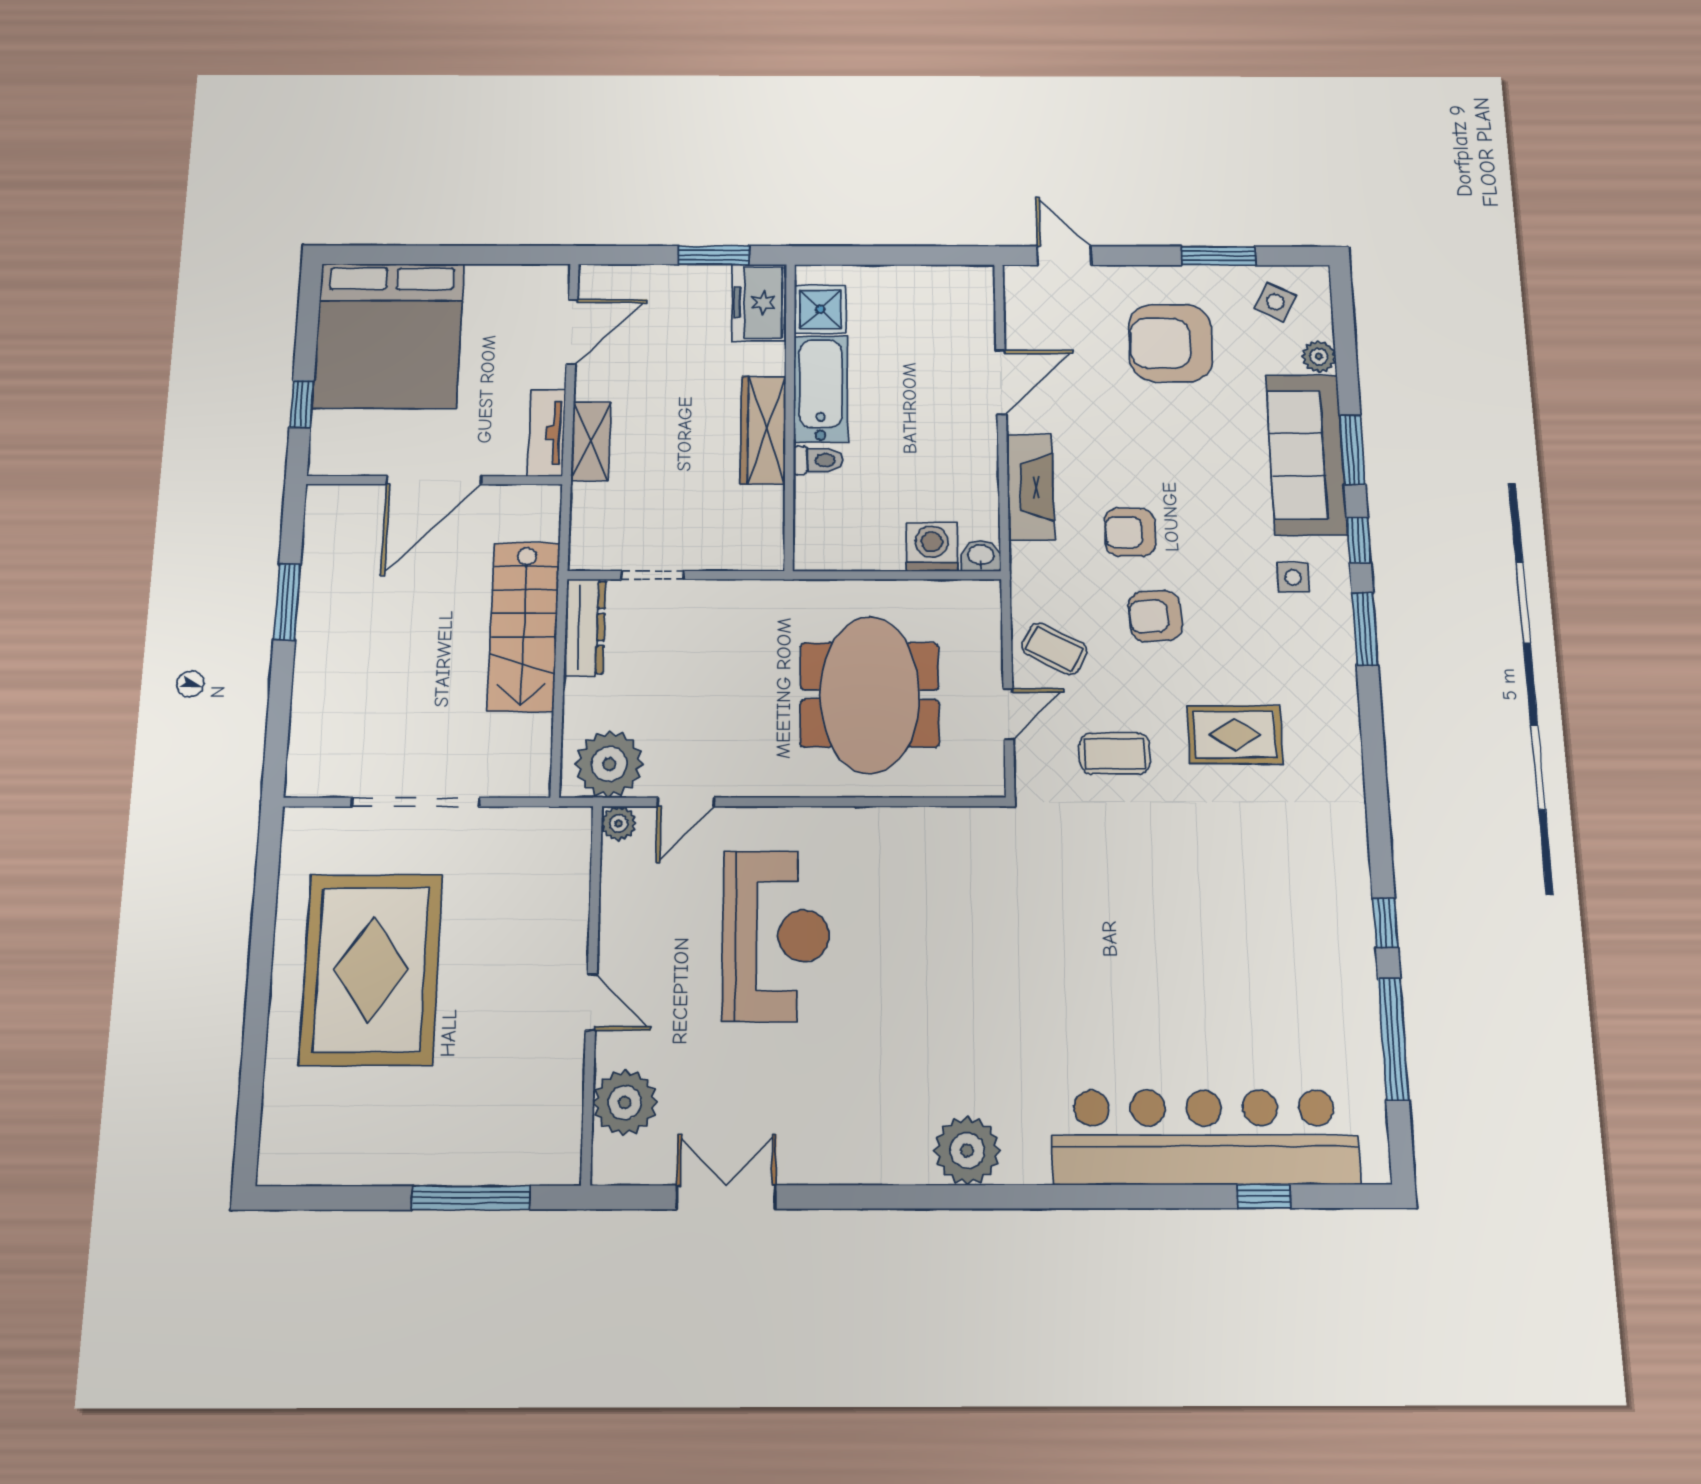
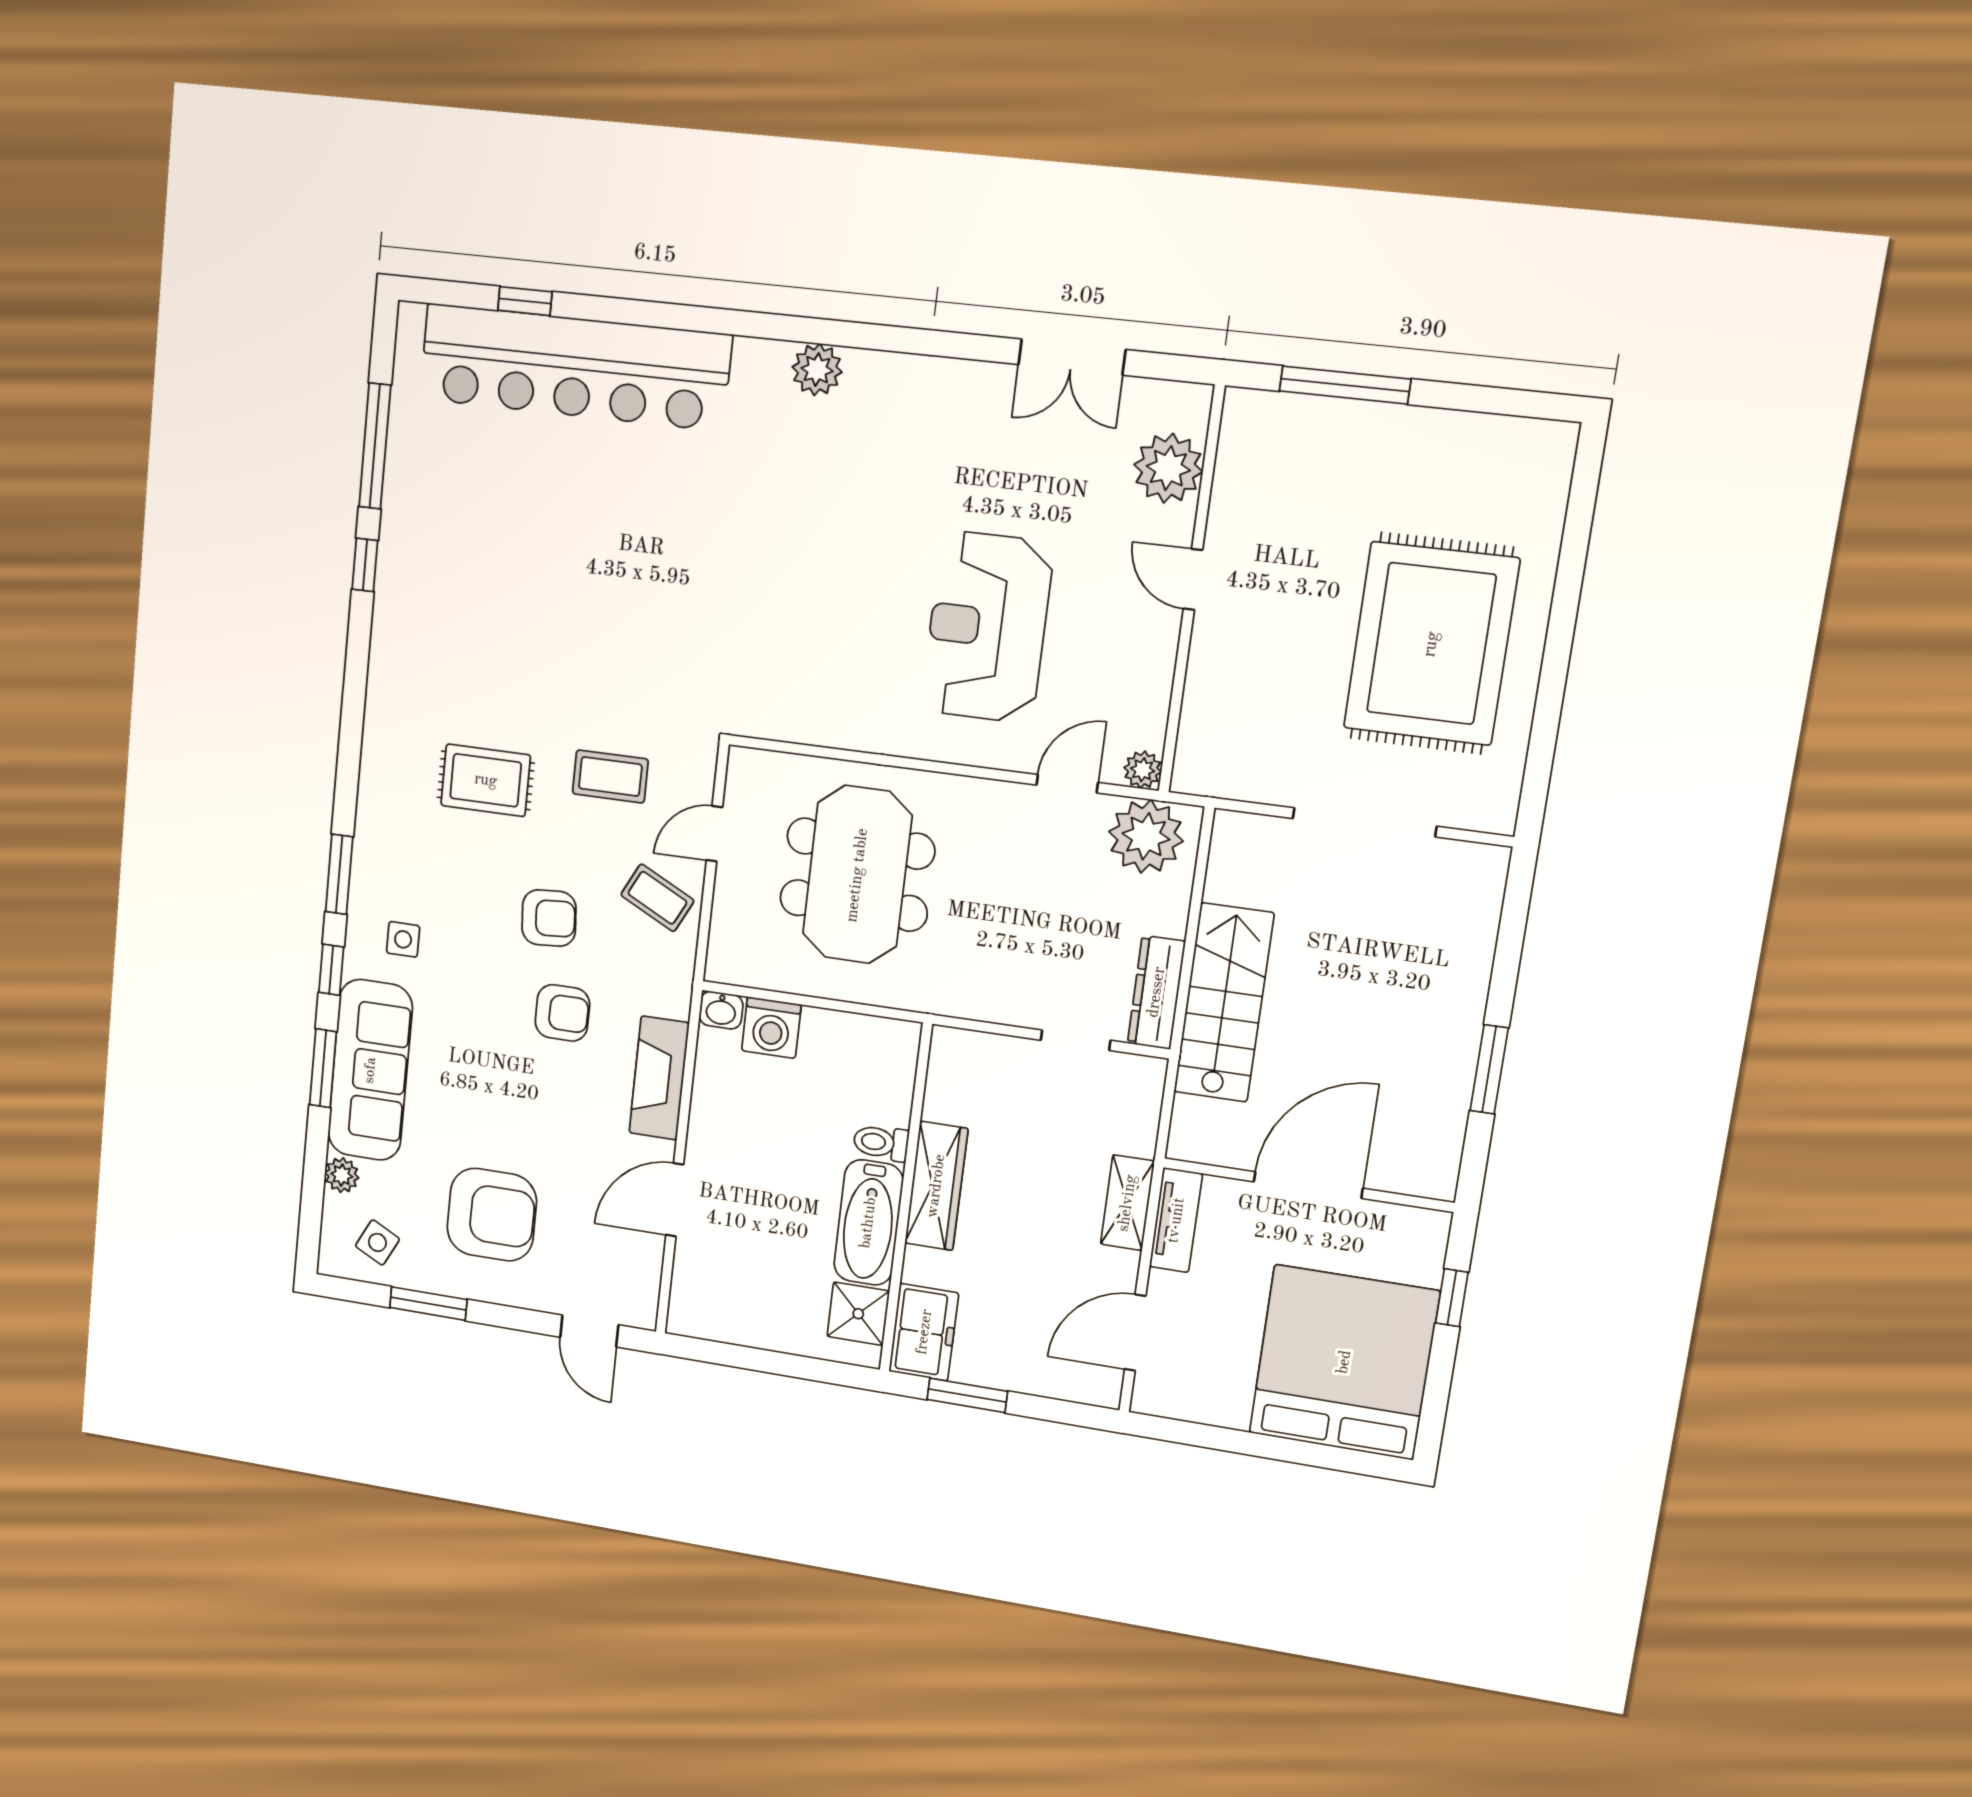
plant: (967, 1150) -> (817, 370), width x0.73, depth x0.73

